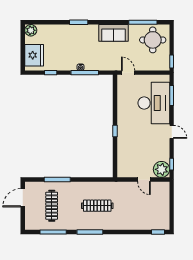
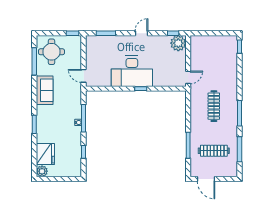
fridge: (34, 55) -> (45, 154), moved, turned 90
door: (128, 73) -> (84, 76), hinge flipped
desk: (154, 103) -> (132, 71), moved, turned 180
door: (144, 180) -> (188, 77), moved

